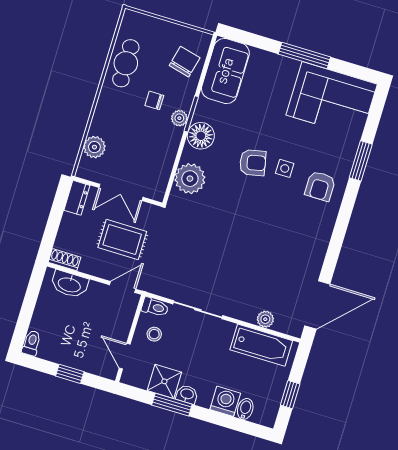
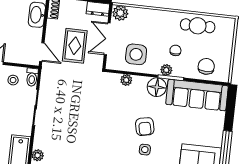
chair: (185, 62) -> (206, 66), turned -104
sofa: (225, 71) -> (197, 95), width x1.36
plant: (94, 147) -> (120, 13), moved
side table: (150, 156) -> (136, 54), added
plant: (190, 179) -> (126, 80), width x0.53, depth x0.53

